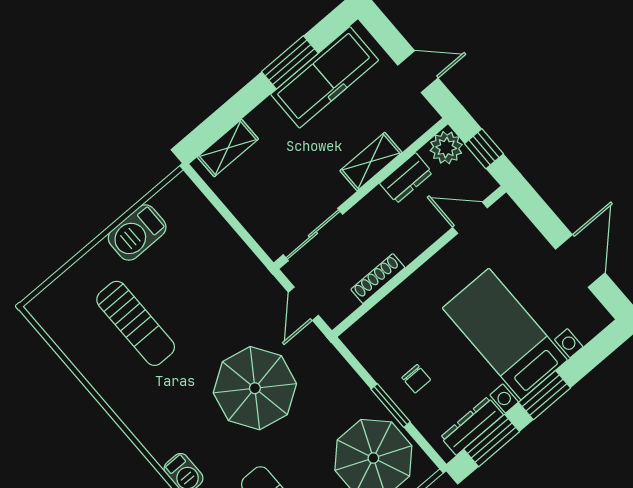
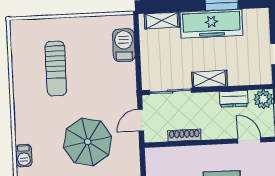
freezer: (325, 77) -> (211, 24), moved
shelving: (371, 162) -> (209, 79), moved
barbecue: (137, 233) -> (124, 45), moved, turned 90

